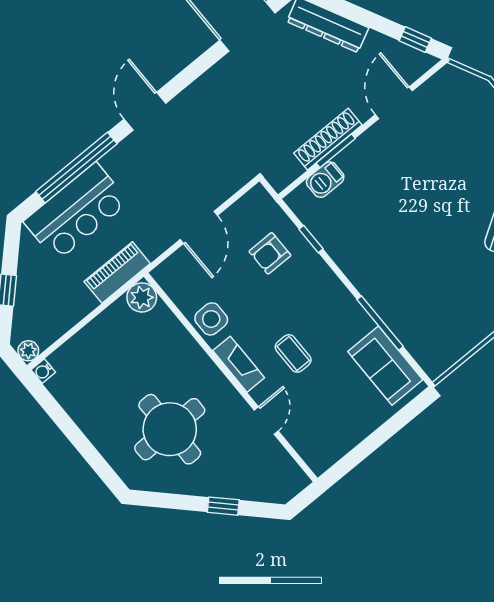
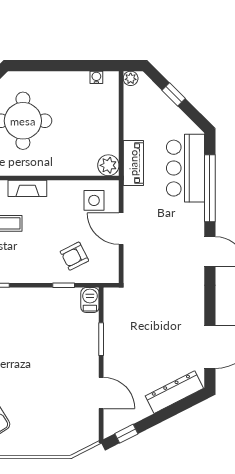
shoe rack: (328, 139) -> (111, 340), removed
barbecue: (325, 180) -> (90, 300), moved
armchair: (270, 253) -> (74, 256), turned -117
side table: (211, 319) -> (94, 200), moved
water cooler: (43, 371) -> (96, 77), moved

